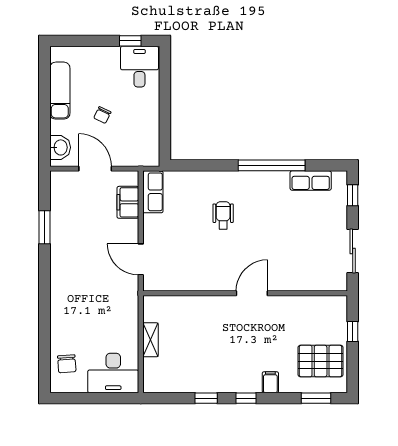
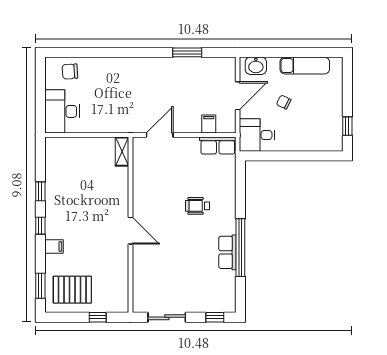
desk: (139, 67) -> (257, 135), moved, turned 180
row of seats: (311, 181) -> (227, 252), moved
filing cabinet: (128, 202) -> (209, 124), width x0.50
wheelchair: (223, 215) -> (197, 206), turned 180
shelving: (150, 340) -> (122, 152), moved, turned 90
pallet: (321, 361) -> (72, 290), turned 90

